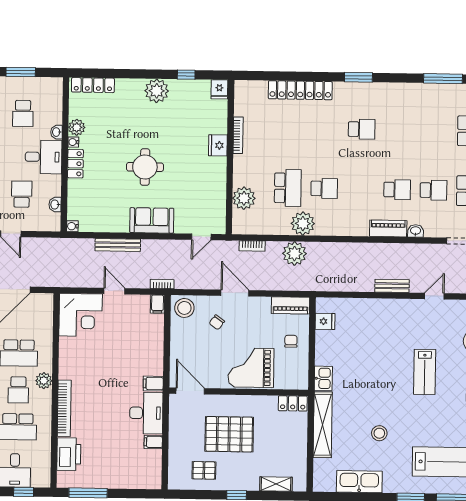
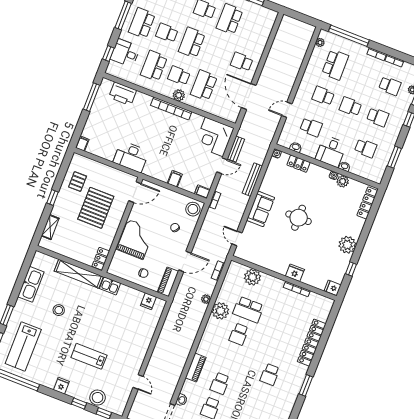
school desk: (23, 113) -> (366, 148), turned 180
locker: (75, 164) -> (298, 164), moved
washbasin: (416, 231) -> (182, 400), moved
plant: (295, 254) -> (206, 299), width x0.53, depth x0.53
bench: (392, 286) -> (236, 149), moved
door: (235, 293) -> (185, 261), moved
filing cabinet: (153, 384) -> (175, 179), moved
bookcase: (64, 408) -> (171, 108), moved
filing cabinet: (153, 442) -> (82, 144), moved

